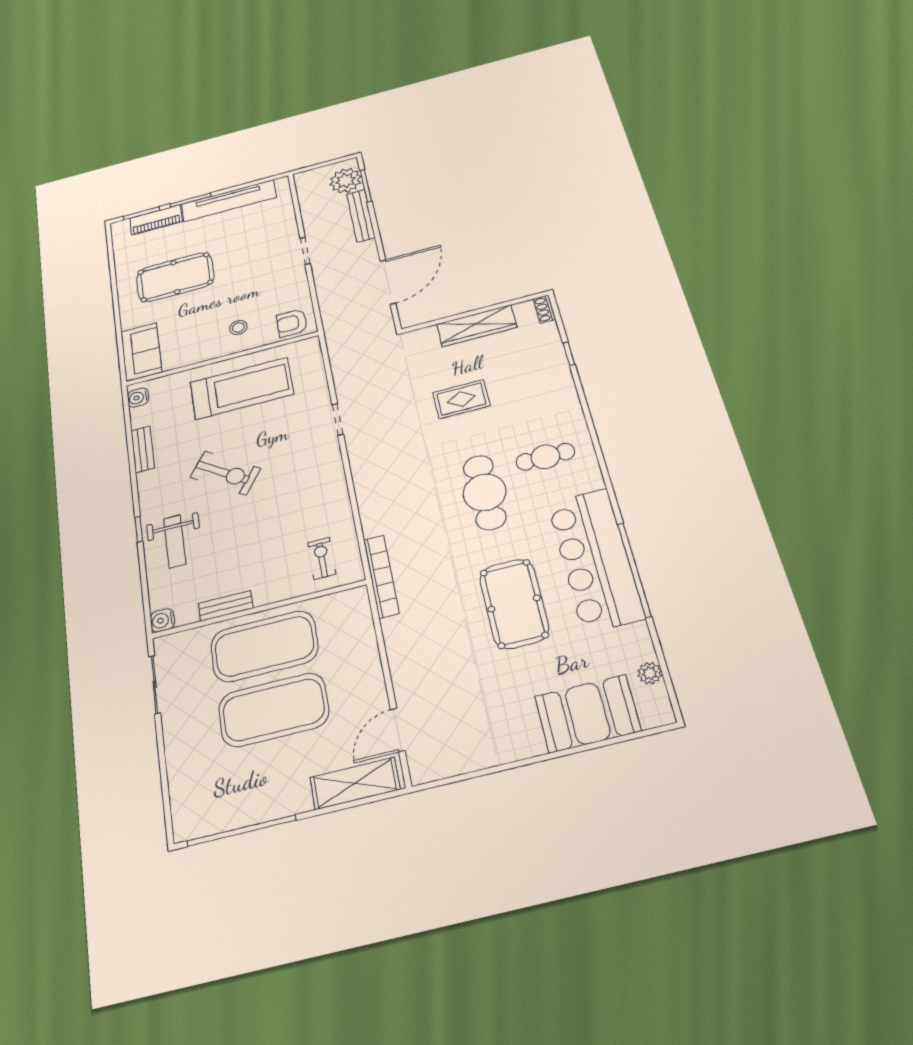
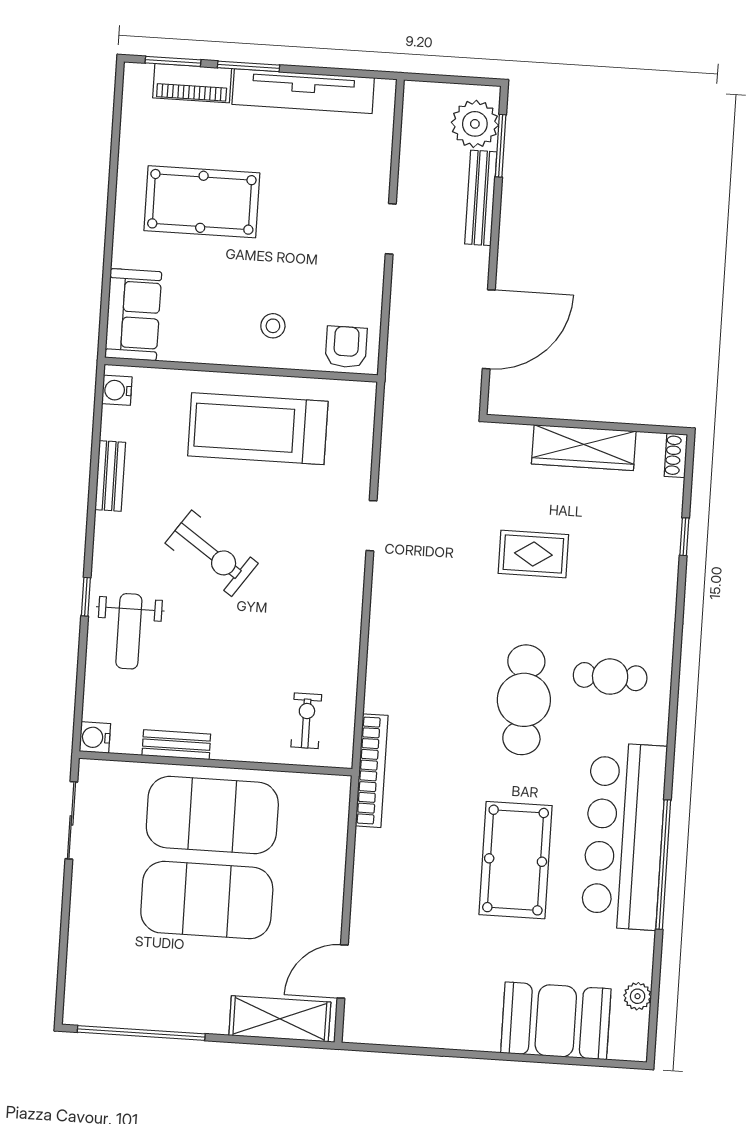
armchair: (292, 323) -> (346, 347), turned 90
treadmill: (242, 388) -> (258, 429), turned 180

